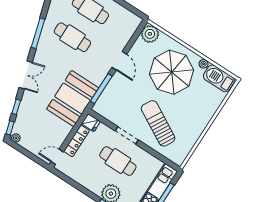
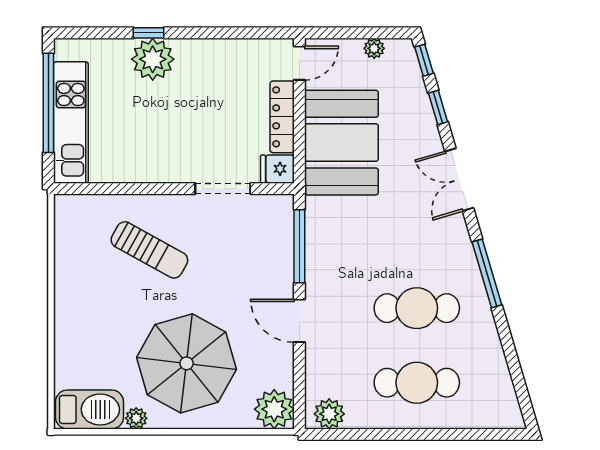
plant: (131, 19) -> (329, 414), added
booth: (73, 99) -> (341, 143), moved
sun lounger: (158, 123) -> (149, 250), width x0.73, depth x0.75
doorway: (127, 135) -> (223, 189), moved
plant: (16, 138) -> (374, 48), moved
cafe table: (118, 161) -> (179, 129), removed

